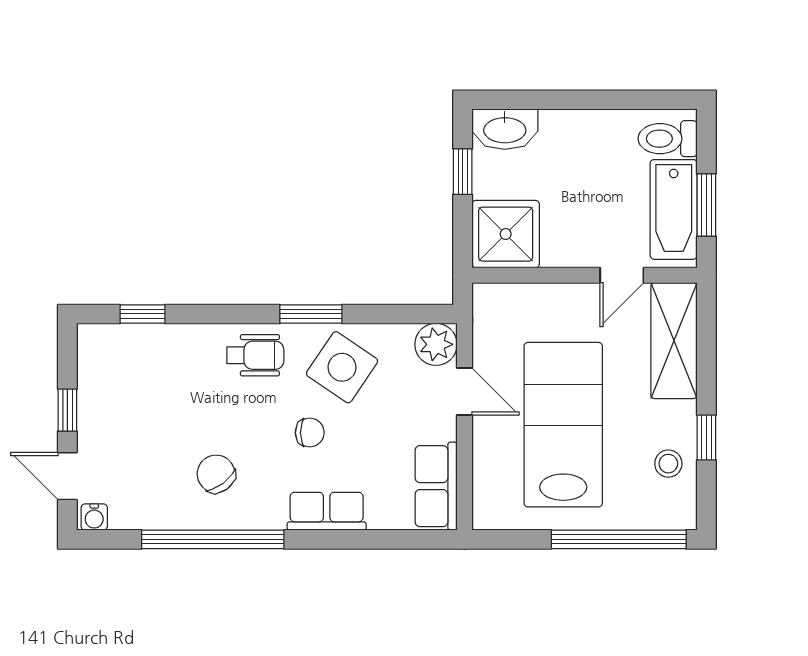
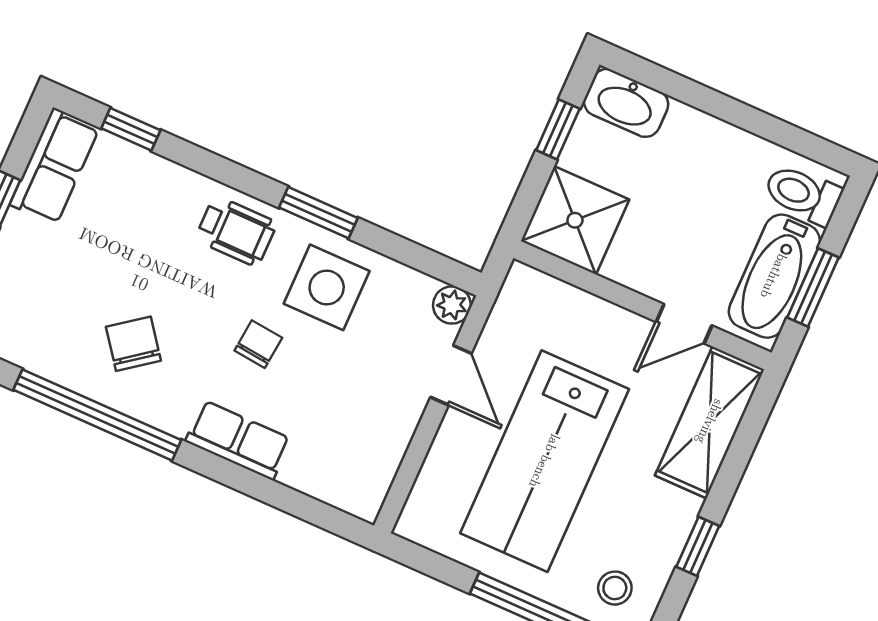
plant: (436, 344) -> (452, 305), width x0.73, depth x0.73
side table: (342, 367) -> (327, 287), turned -34
lab bench: (563, 425) -> (545, 461), turned 180
chair: (310, 433) -> (258, 344), turned -84
stool: (668, 464) -> (615, 588), moved
row of seats: (436, 486) -> (54, 166), moved, turned 180

